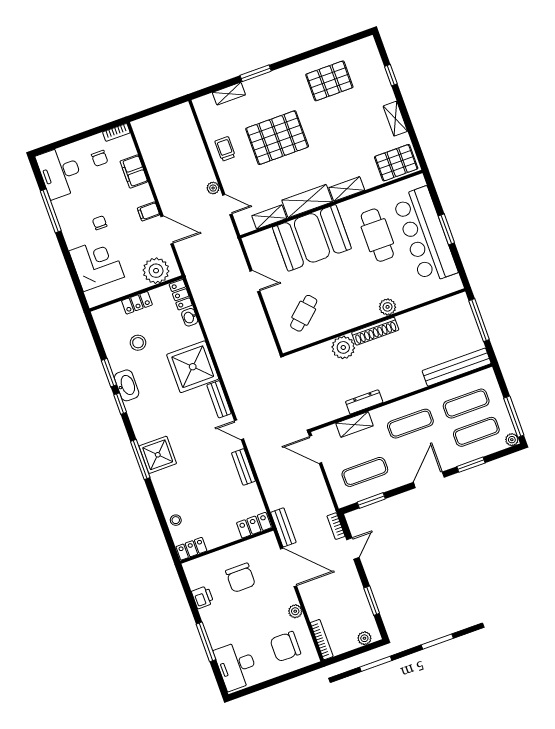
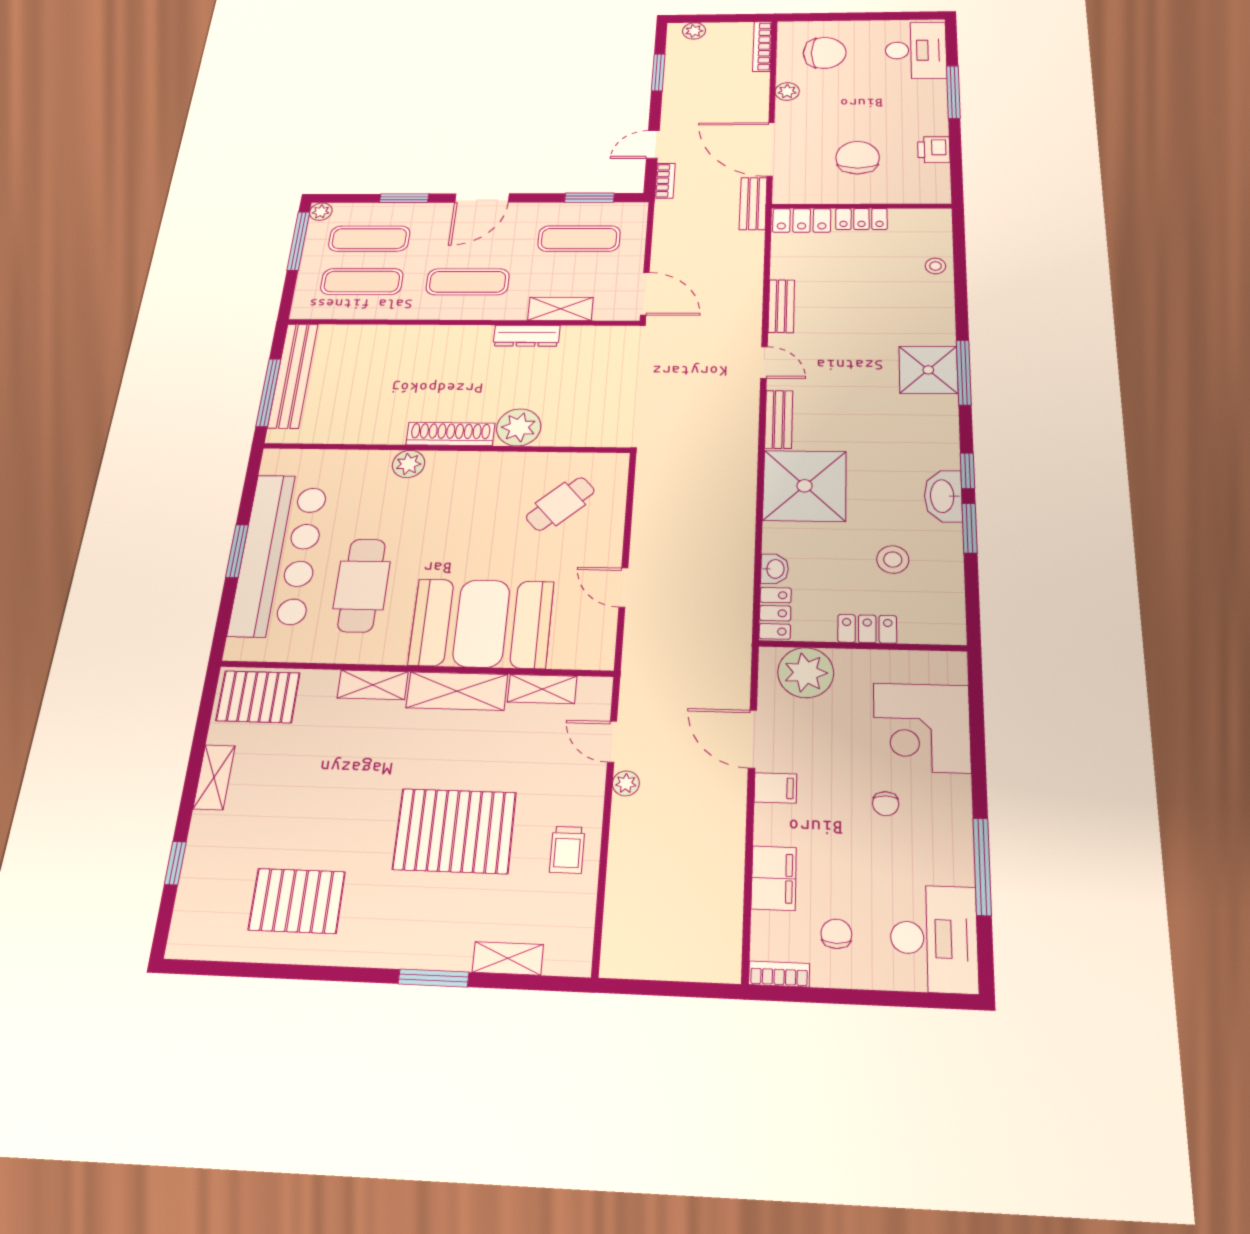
bench: (457, 367) -> (293, 375), moved, turned 90
locker: (191, 549) -> (861, 219), moved

